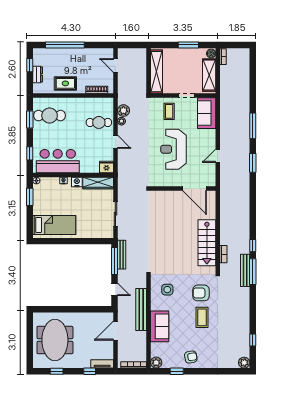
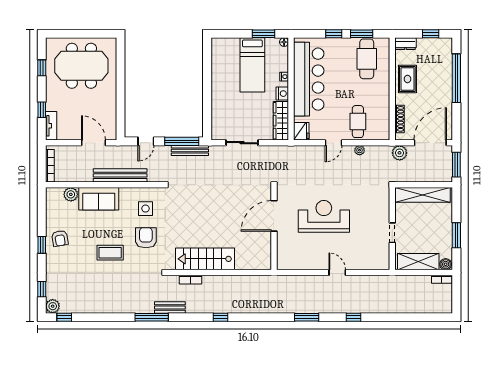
window: (133, 45) -> (456, 165), added
door: (115, 66) -> (430, 143), width x1.87
dresser: (38, 75) -> (405, 44), moved
plant: (123, 111) -> (400, 153), moved
coffee table: (169, 111) -> (372, 211), removed
sofa: (207, 113) -> (370, 259), removed
window: (253, 126) -> (354, 317), width x0.46
window: (30, 153) -> (334, 34), moved
door: (218, 156) -> (337, 273), moved
bar counter: (58, 161) -> (309, 79), width x1.36
door: (195, 188) -> (274, 216), moved
bed: (54, 225) -> (252, 65), moved
window: (253, 246) -> (221, 317), moved
bench: (245, 270) -> (170, 307), width x0.73
window: (253, 272) -> (152, 317), moved
armchair: (201, 293) -> (146, 238), moved
window: (253, 340) -> (64, 317), moved
plant: (156, 363) -> (71, 194), moved
window: (177, 371) -> (42, 245), moved
window: (231, 371) -> (42, 289), added

